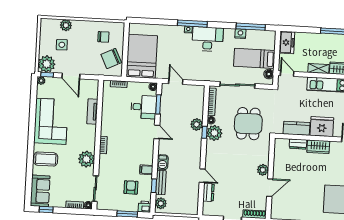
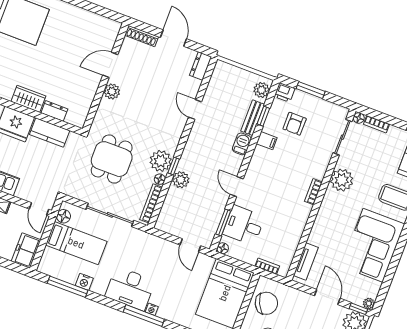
tv unit: (92, 112) -> (306, 262), moved
dresser: (208, 192) -> (201, 66), moved

